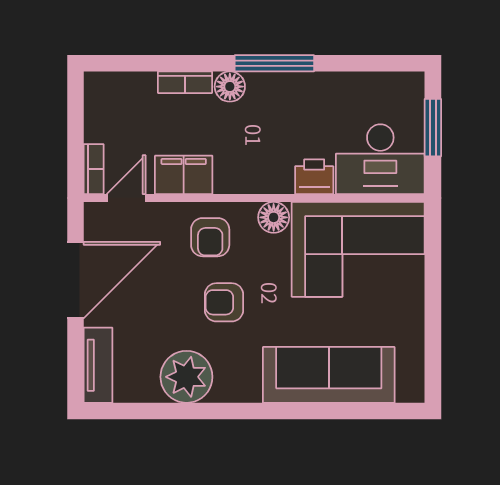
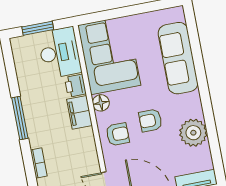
floor lamp: (230, 87) -> (37, 139), removed
filing cabinet: (184, 175) -> (80, 112), moved
armchair: (224, 302) -> (150, 120), turned 90

